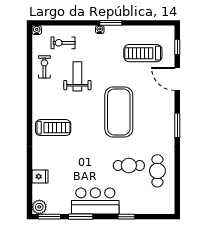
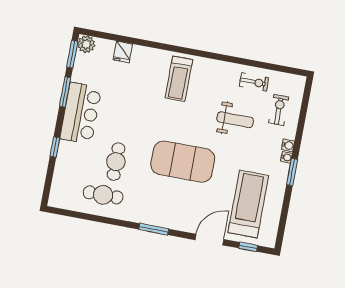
water cooler: (37, 30) -> (288, 145), moved
treadmill: (143, 53) -> (248, 204), width x1.37, depth x1.38

